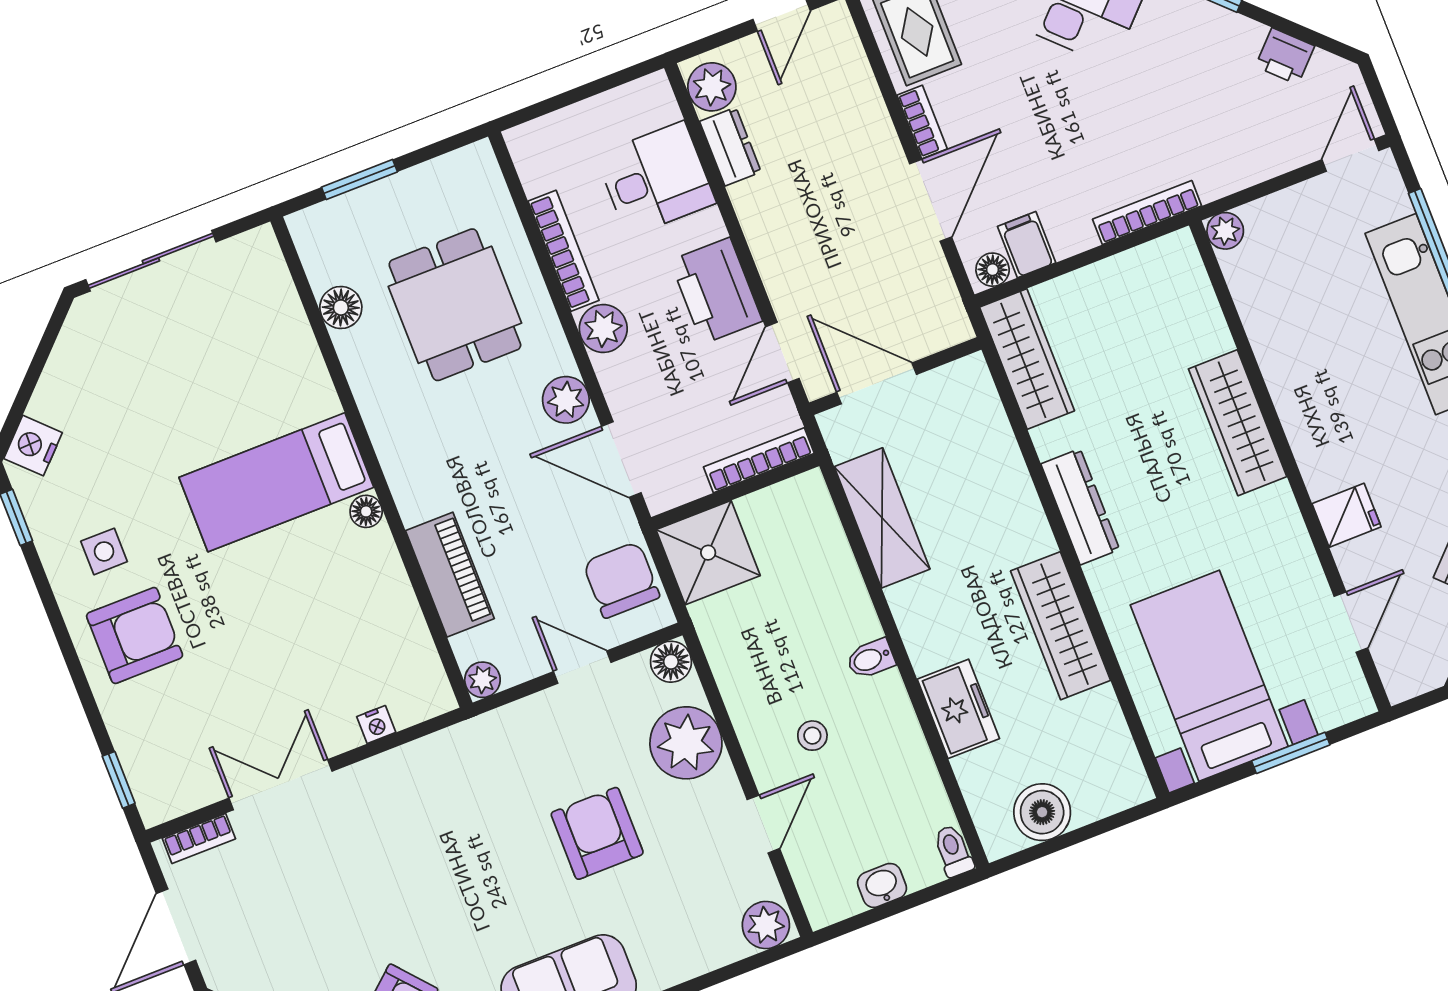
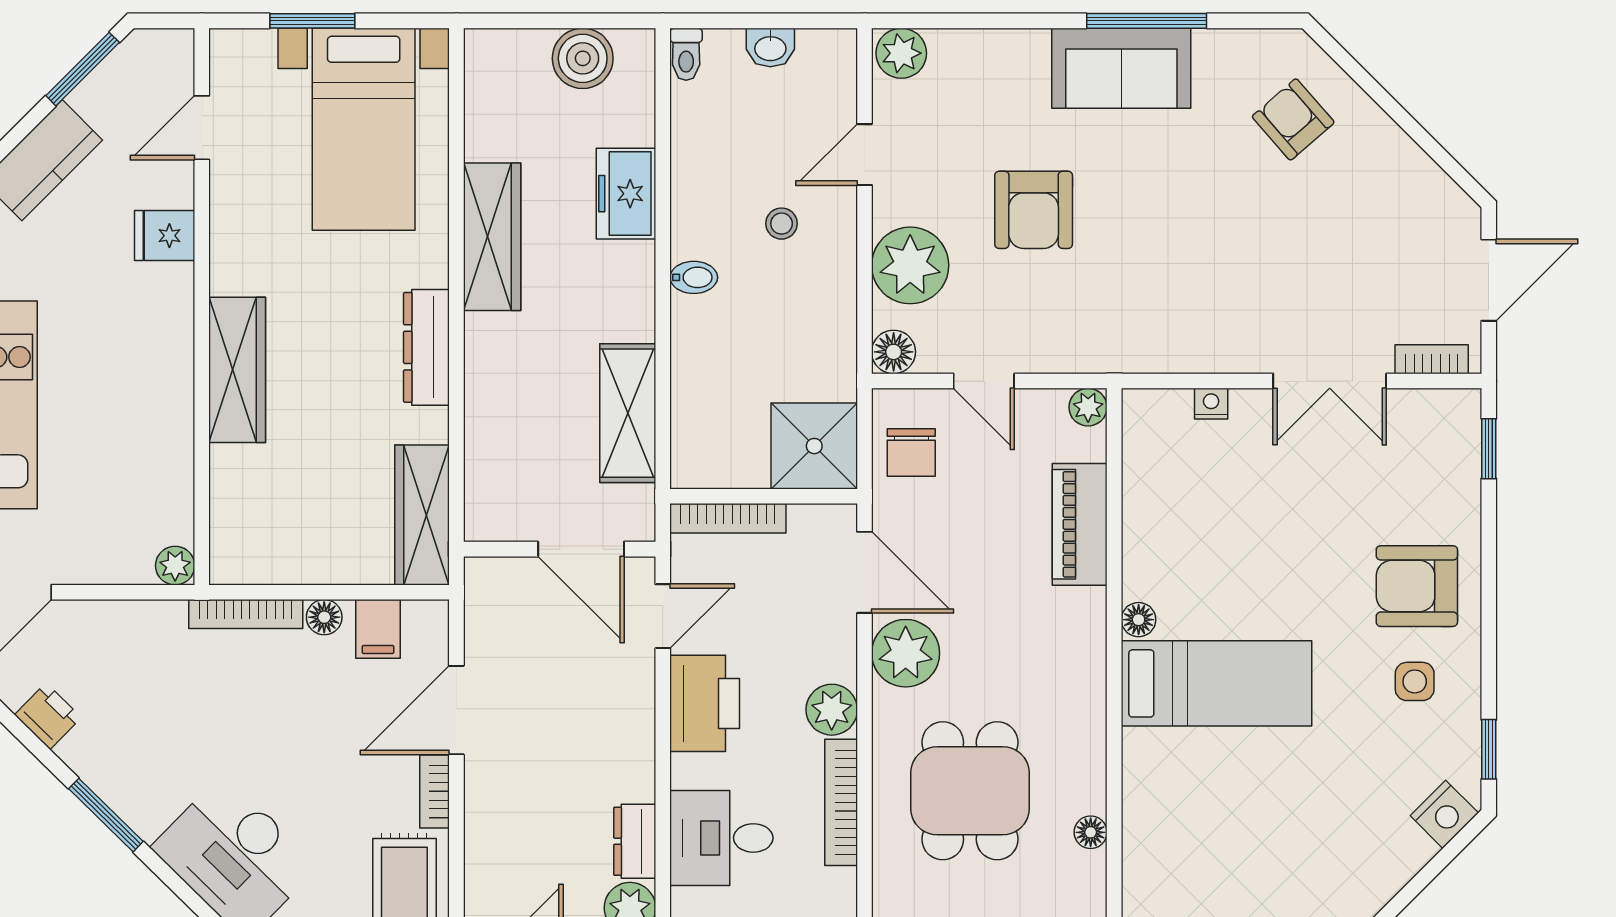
floor lamp: (993, 270) -> (324, 617), moved
floor lamp: (341, 308) -> (1091, 832), width x0.73, depth x0.73
plant: (566, 400) -> (906, 653), width x1.36, depth x1.36
chair: (621, 580) -> (911, 453), width x0.73, depth x0.73

